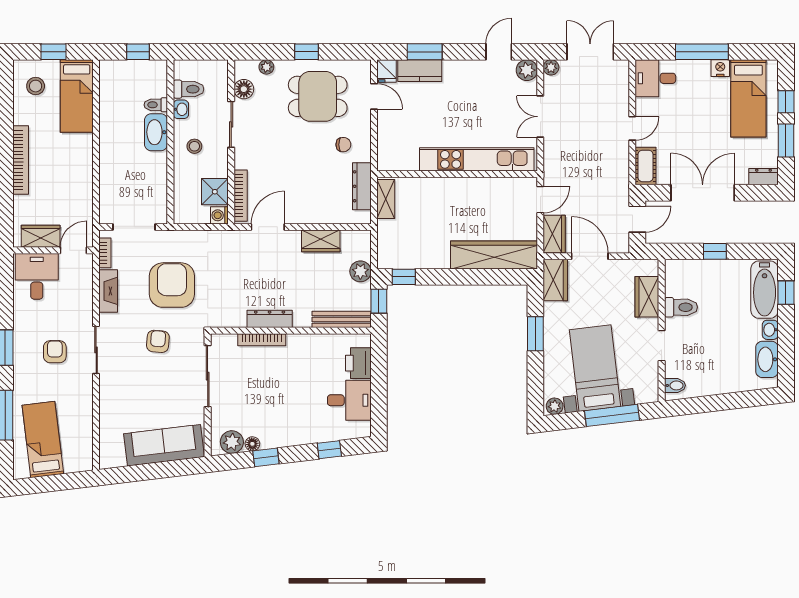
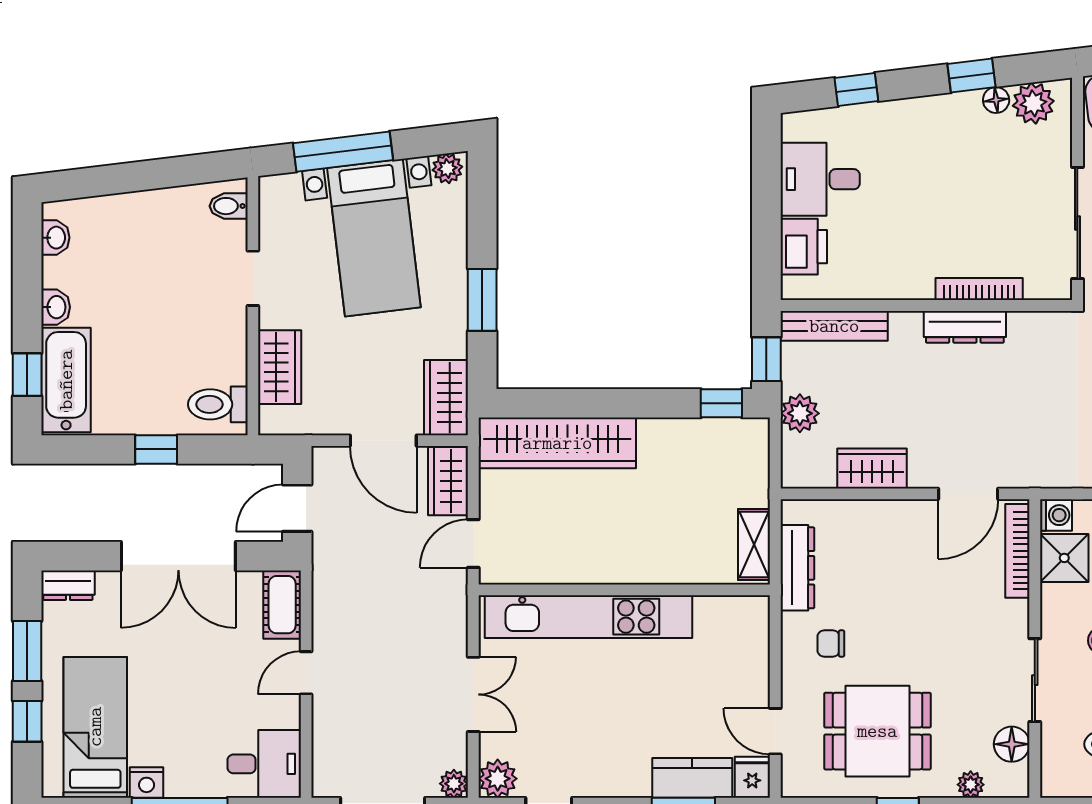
toilet: (681, 307) -> (218, 404), moved
washbasin: (767, 359) -> (55, 238), width x0.52, depth x0.69

